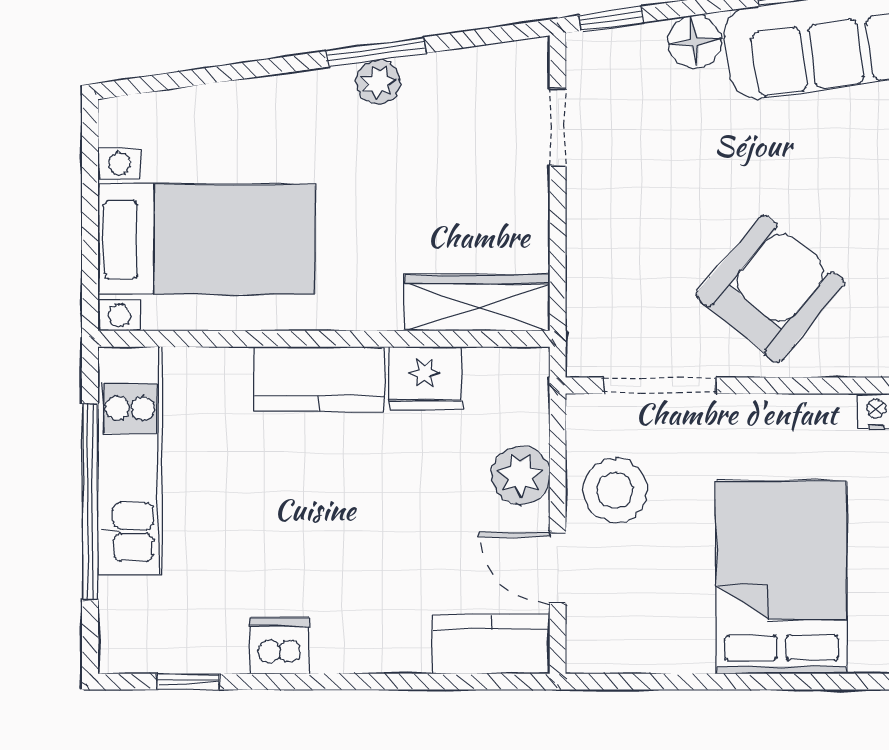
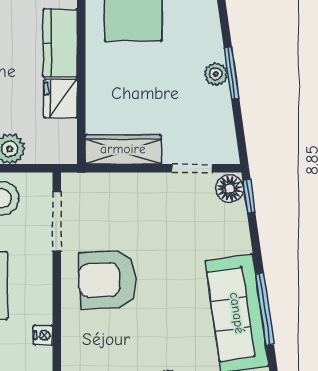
floor lamp: (694, 42) -> (230, 188), moved
armchair: (771, 289) -> (107, 280), turned 138
wardrobe: (477, 303) -> (123, 149), moved, turned -90

